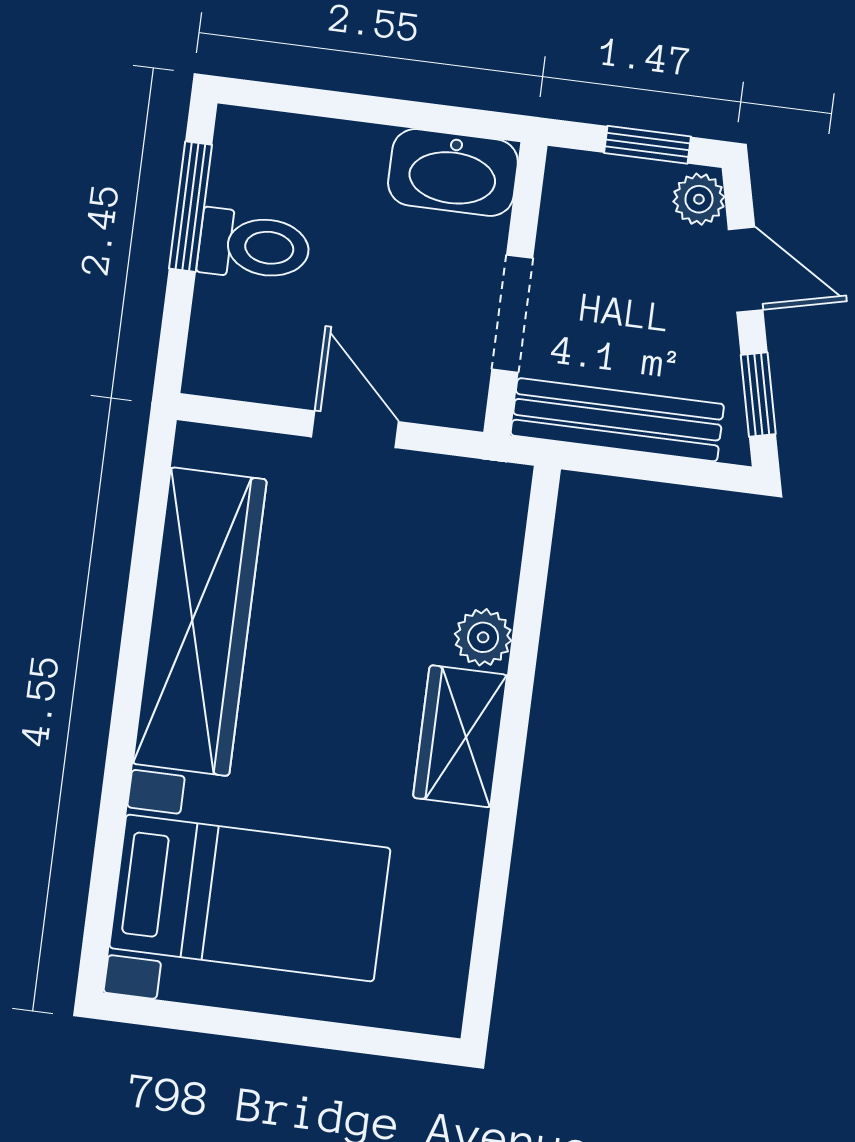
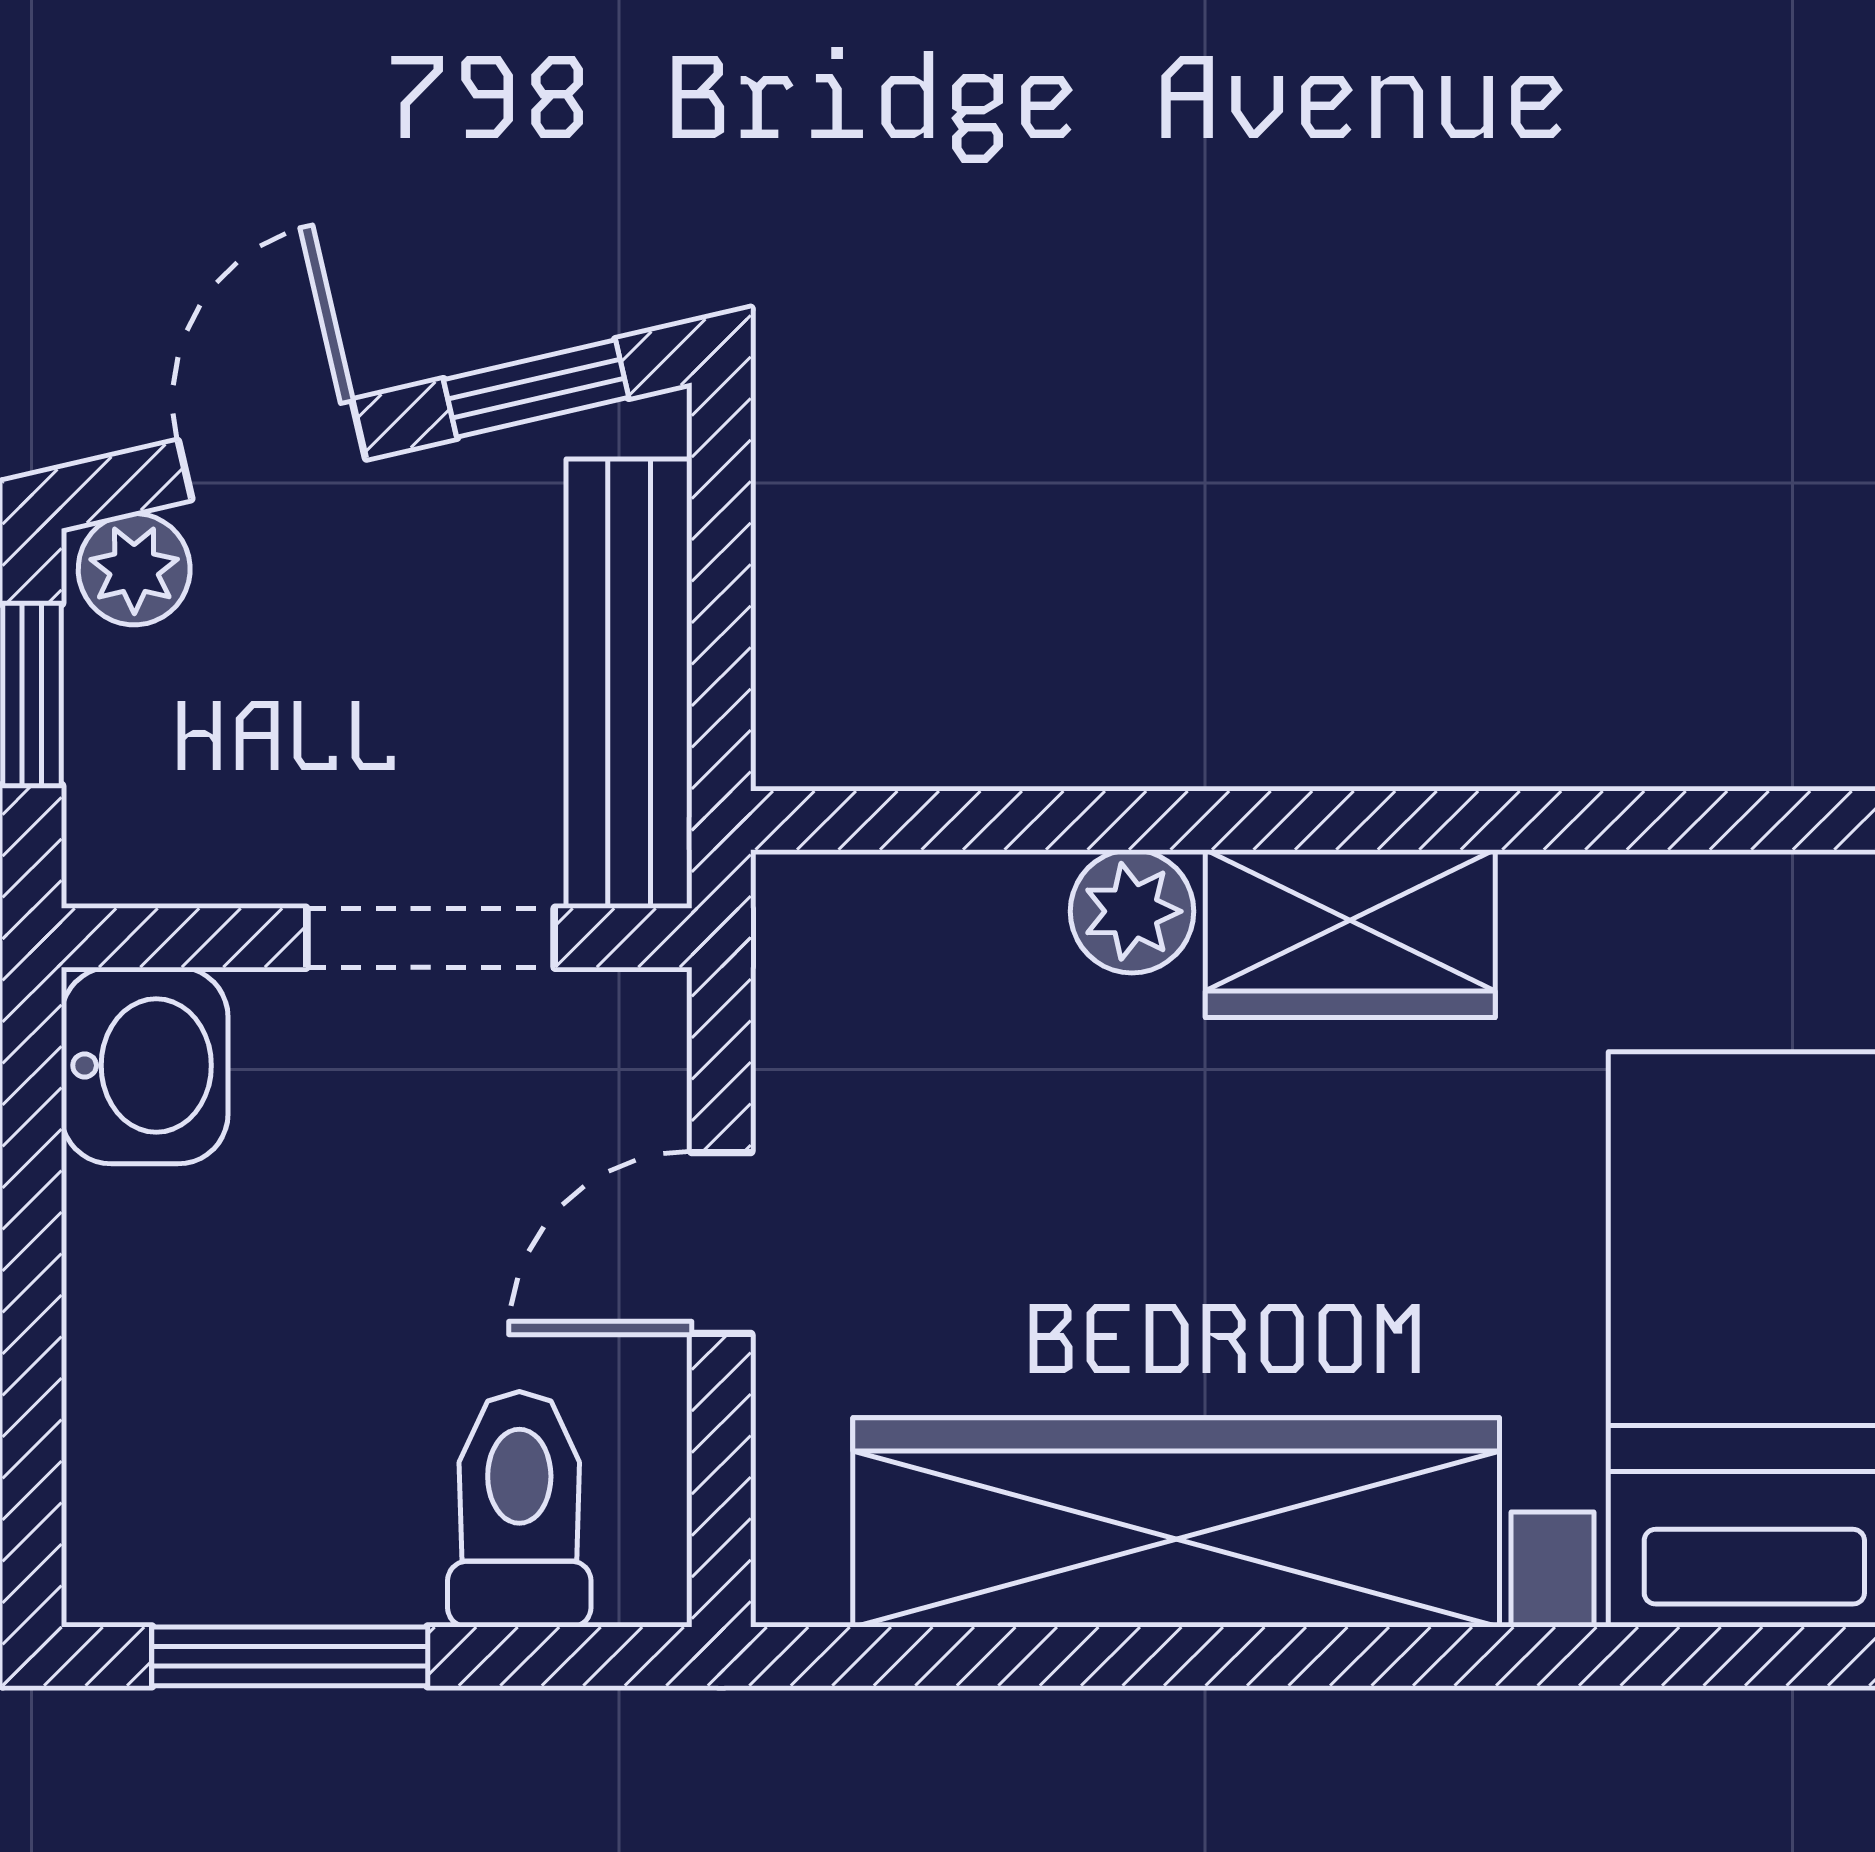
washbasin: (453, 173) -> (145, 1065), width x0.72
toilet: (254, 246) -> (519, 1509), moved

